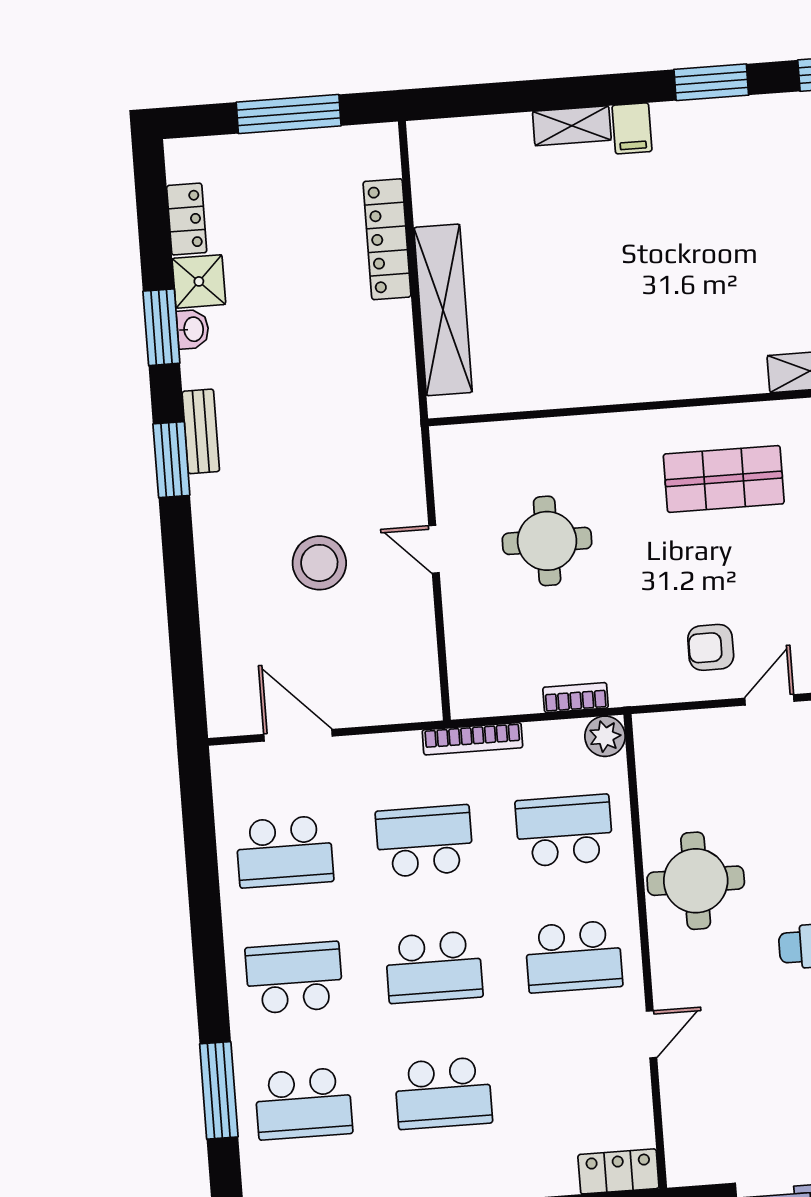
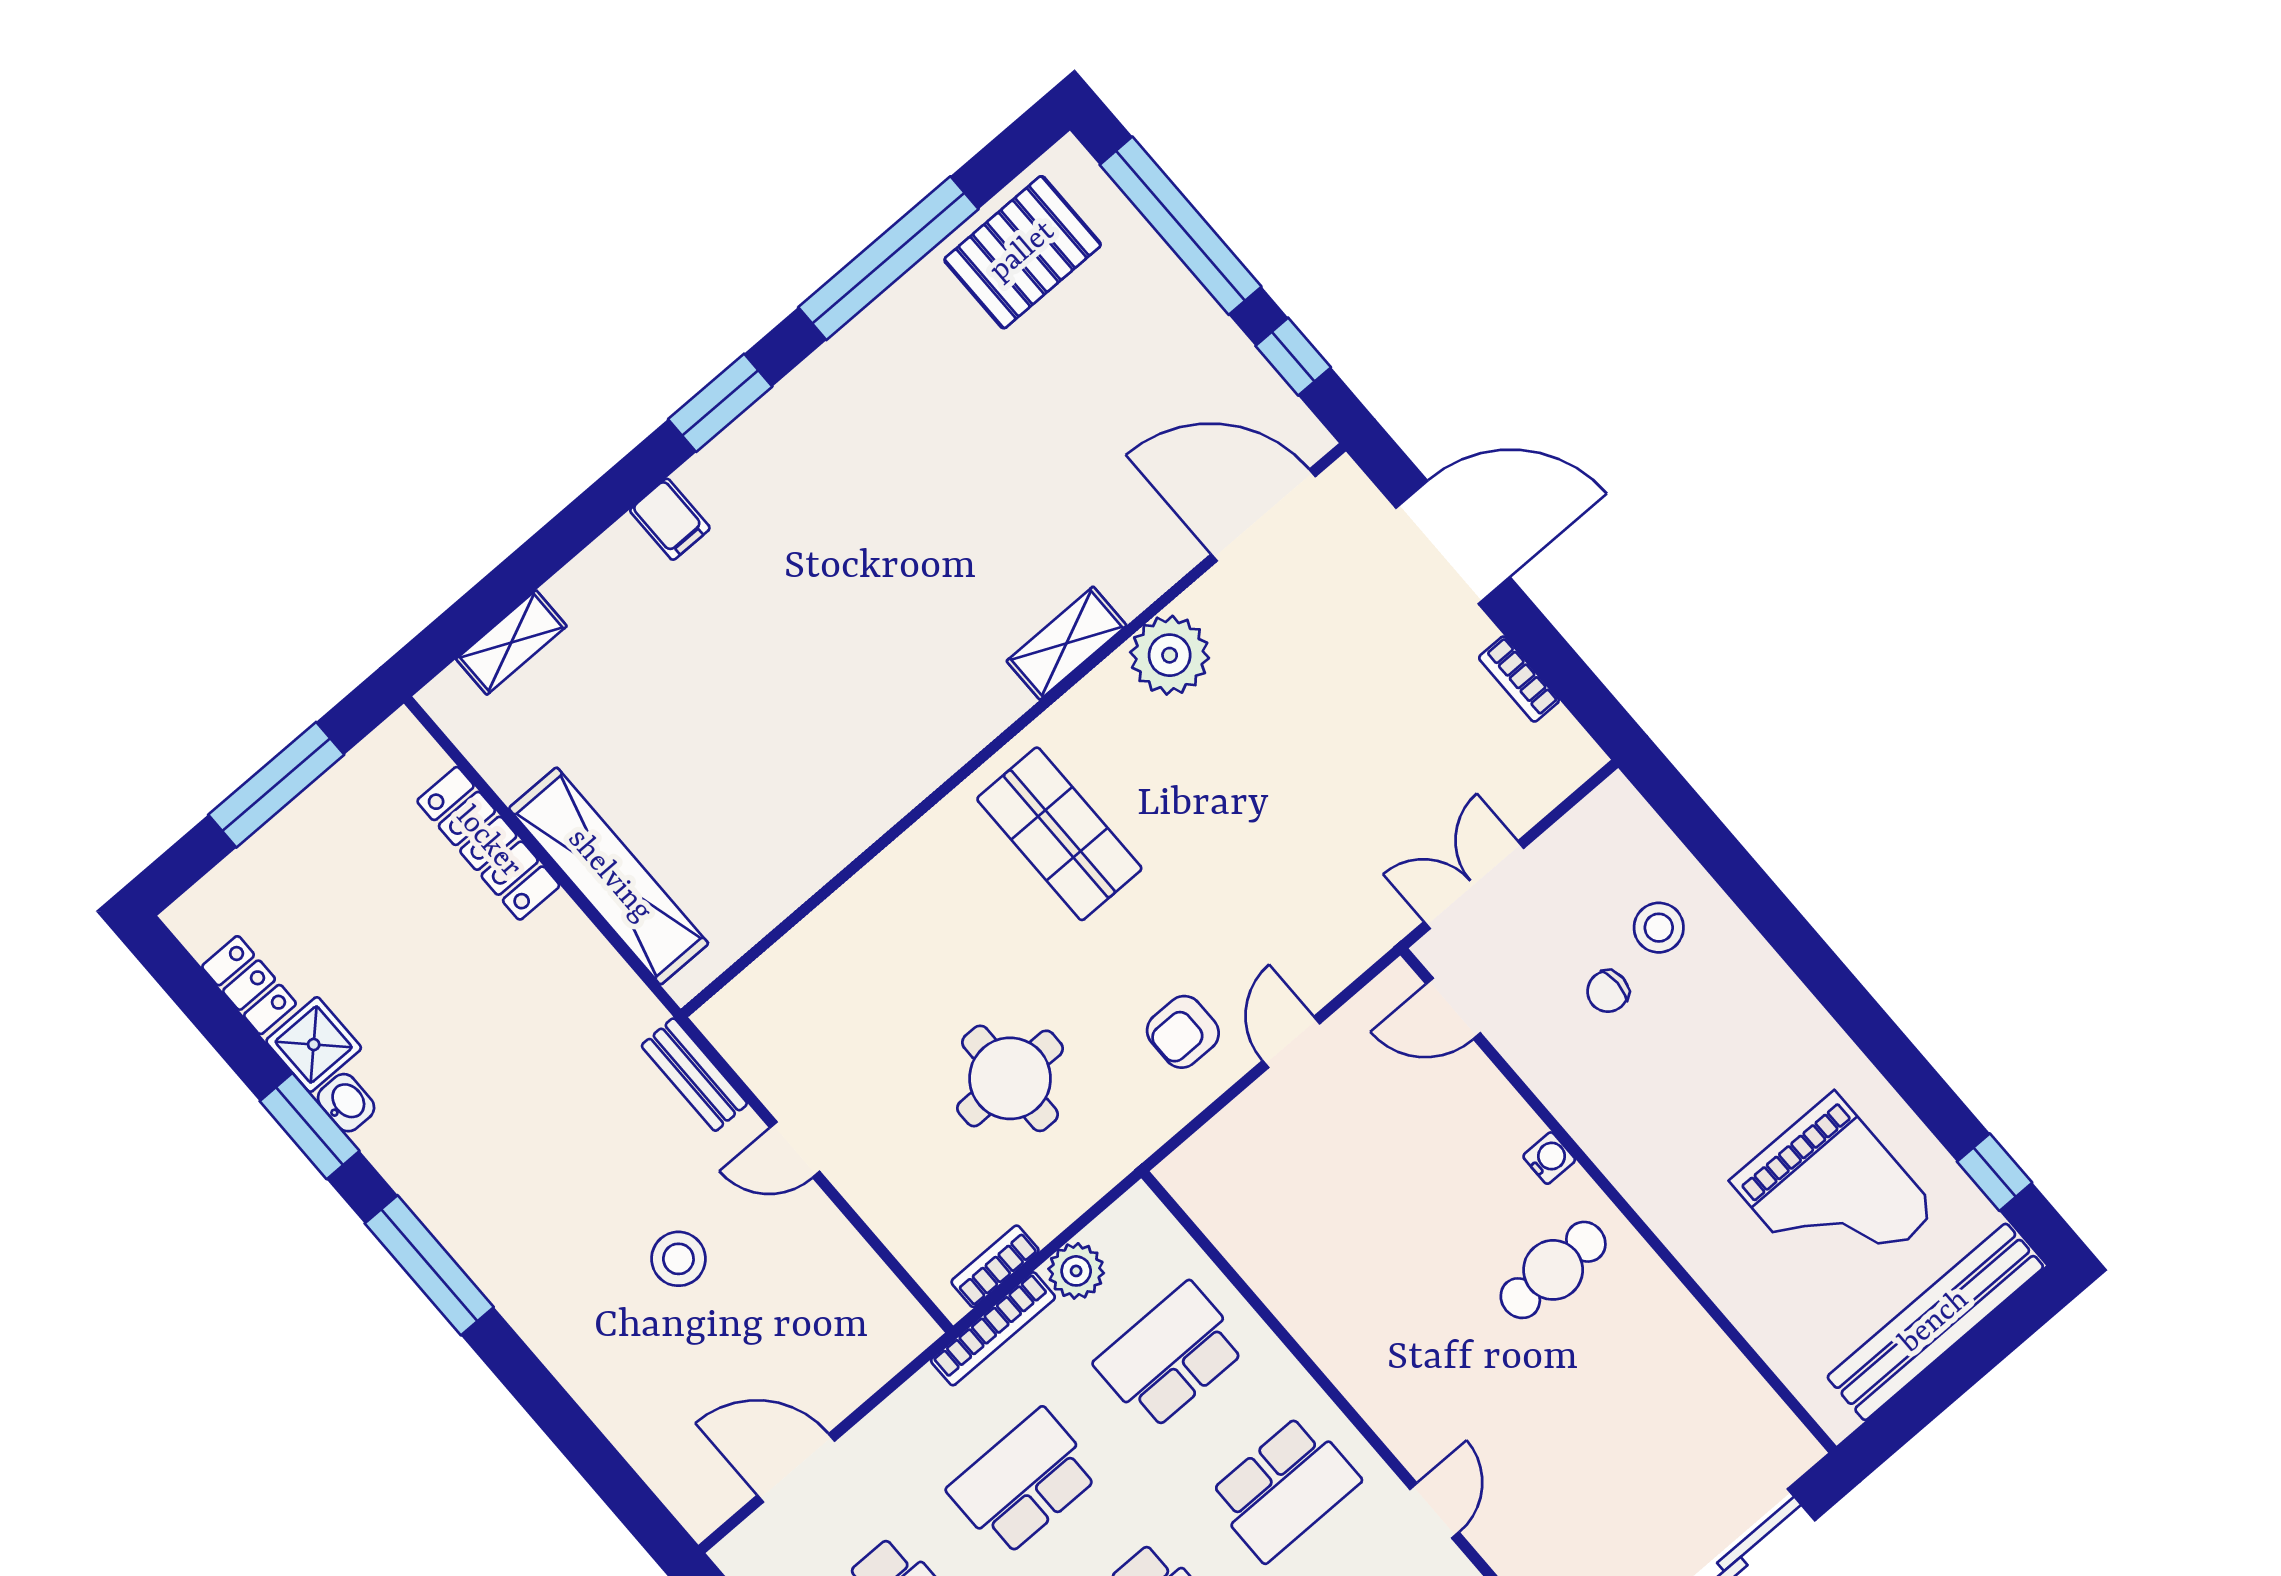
shelving: (572, 126) -> (511, 642), moved
bench: (201, 431) -> (694, 1075), moved
window: (171, 460) -> (429, 1265), width x1.44
shop shelf: (724, 479) -> (1059, 834), turned 90
round table: (547, 541) -> (1010, 1078), moved
stool: (319, 563) -> (678, 1259), width x0.73, depth x0.73
bookcase: (576, 698) -> (995, 1266), moved
plant: (605, 736) -> (1076, 1271), moved
round table: (696, 881) -> (1358, 1304), removed

